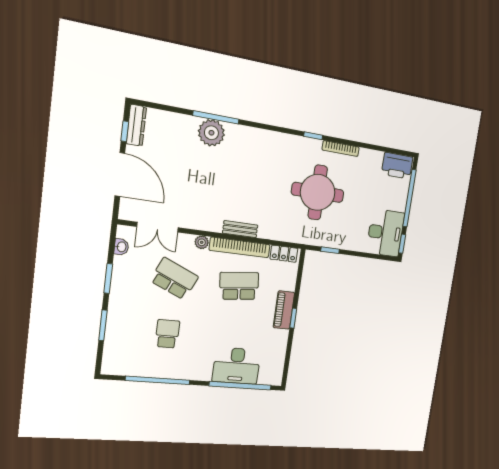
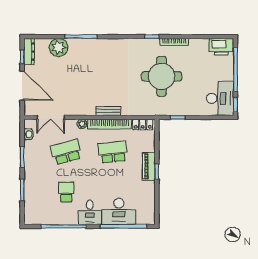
plant: (211, 133) -> (59, 48), moved
school desk: (174, 279) -> (66, 152), turned -39
desk: (197, 364) -> (90, 212), added

